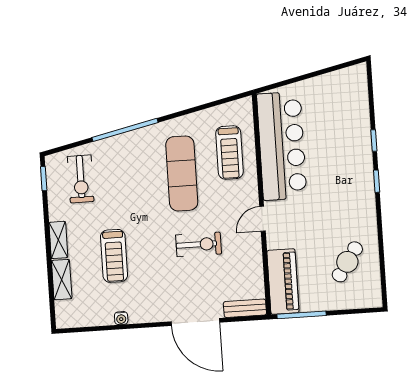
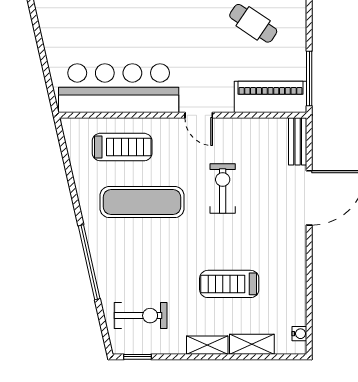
treadmill: (114, 256) -> (229, 284), turned 180
water cooler: (121, 318) -> (299, 334), moved

